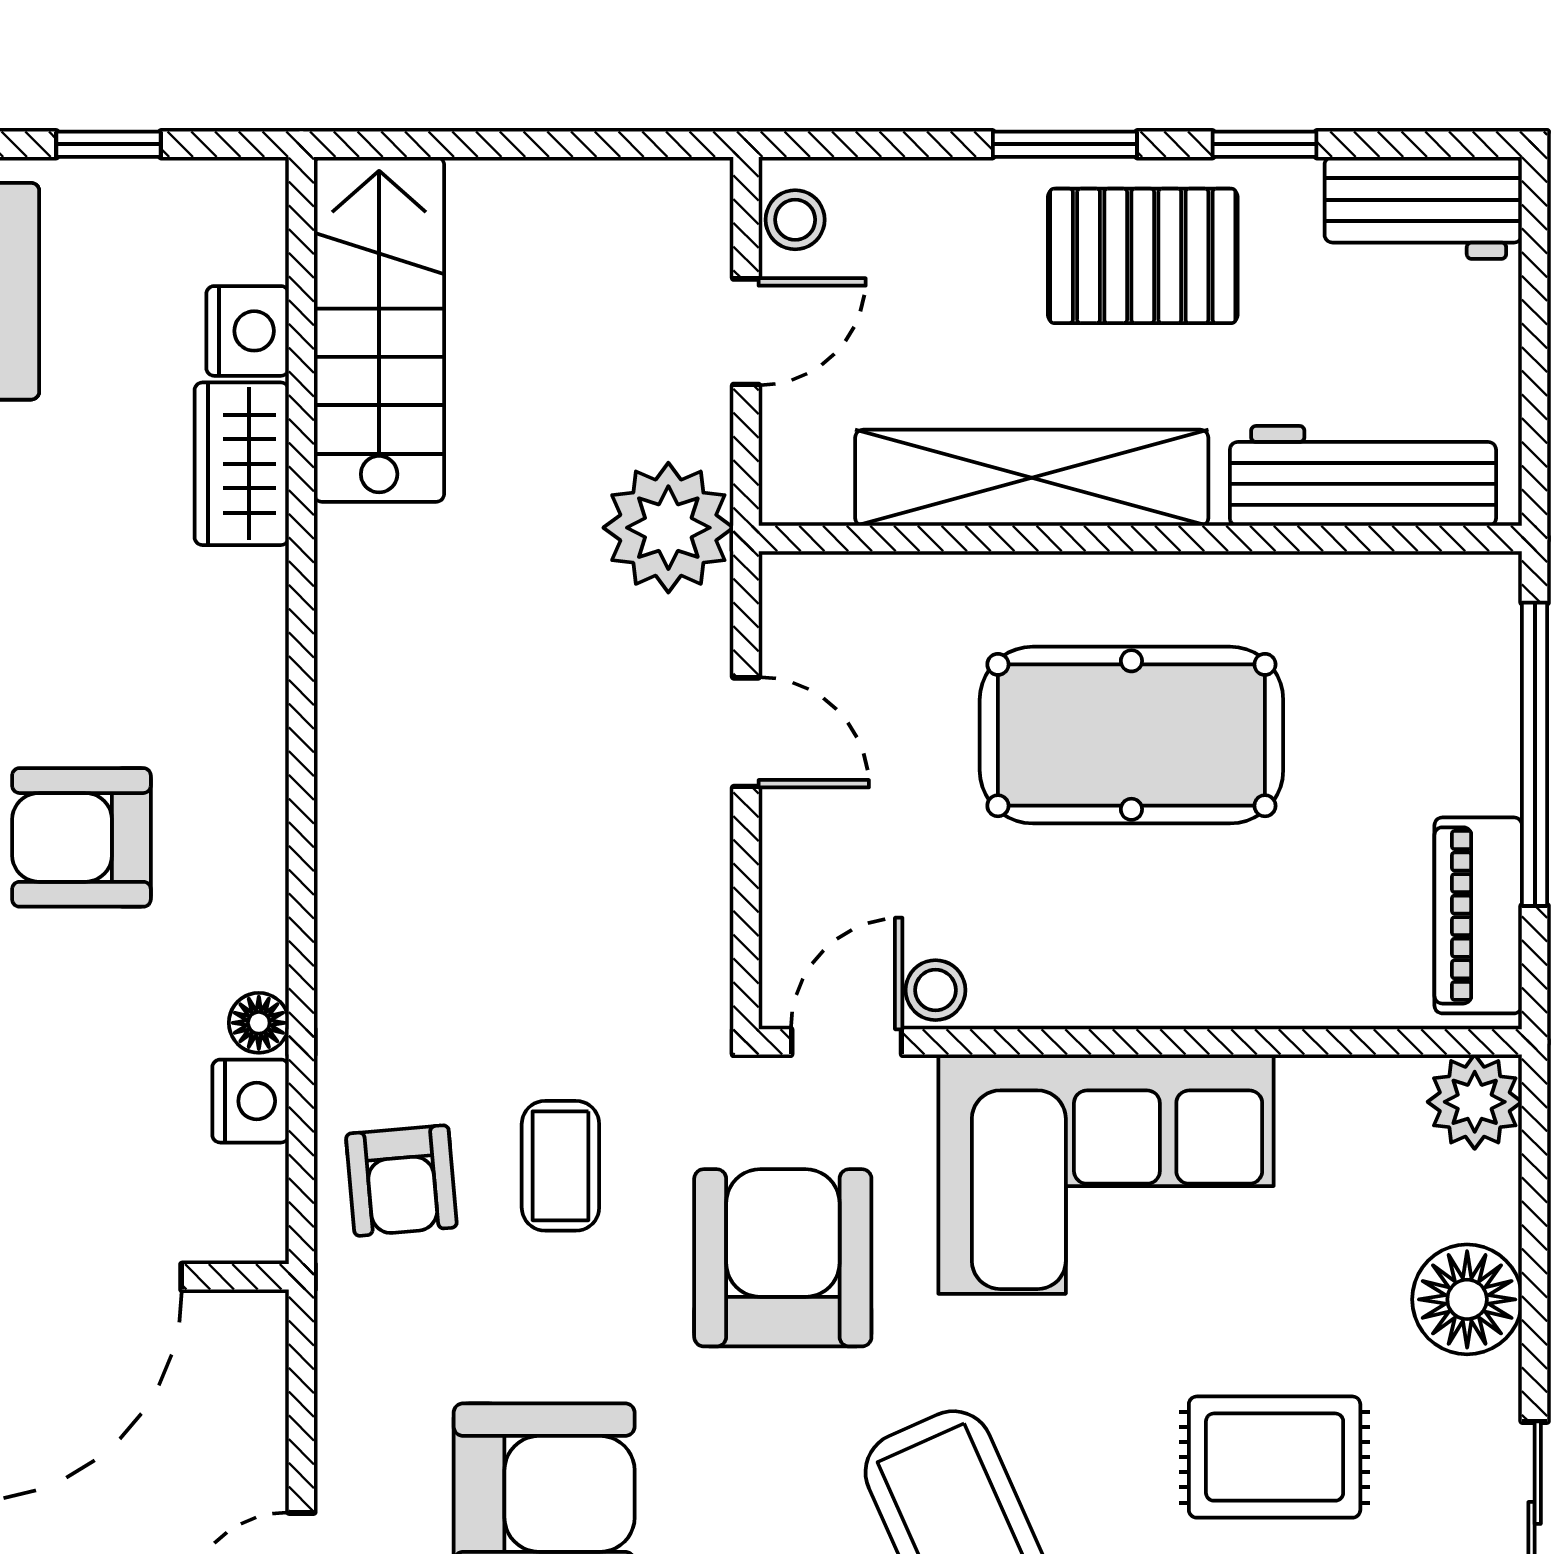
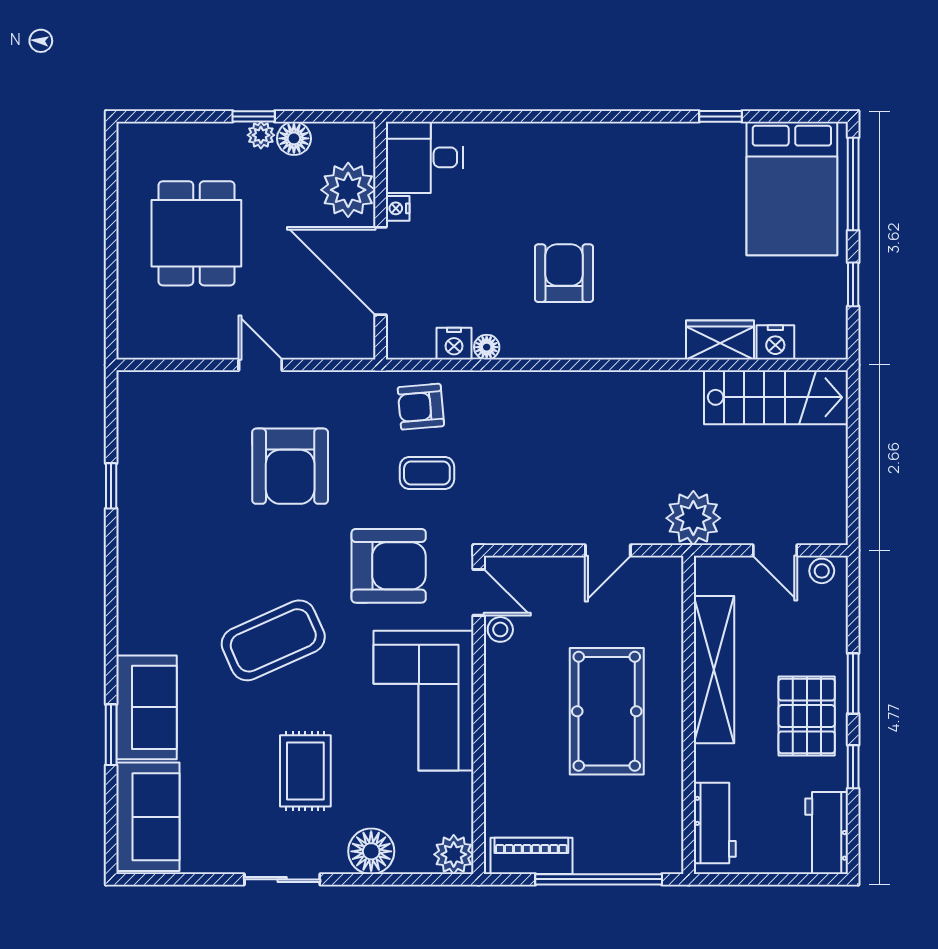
workbench: (1363, 476) -> (715, 823), width x0.73

